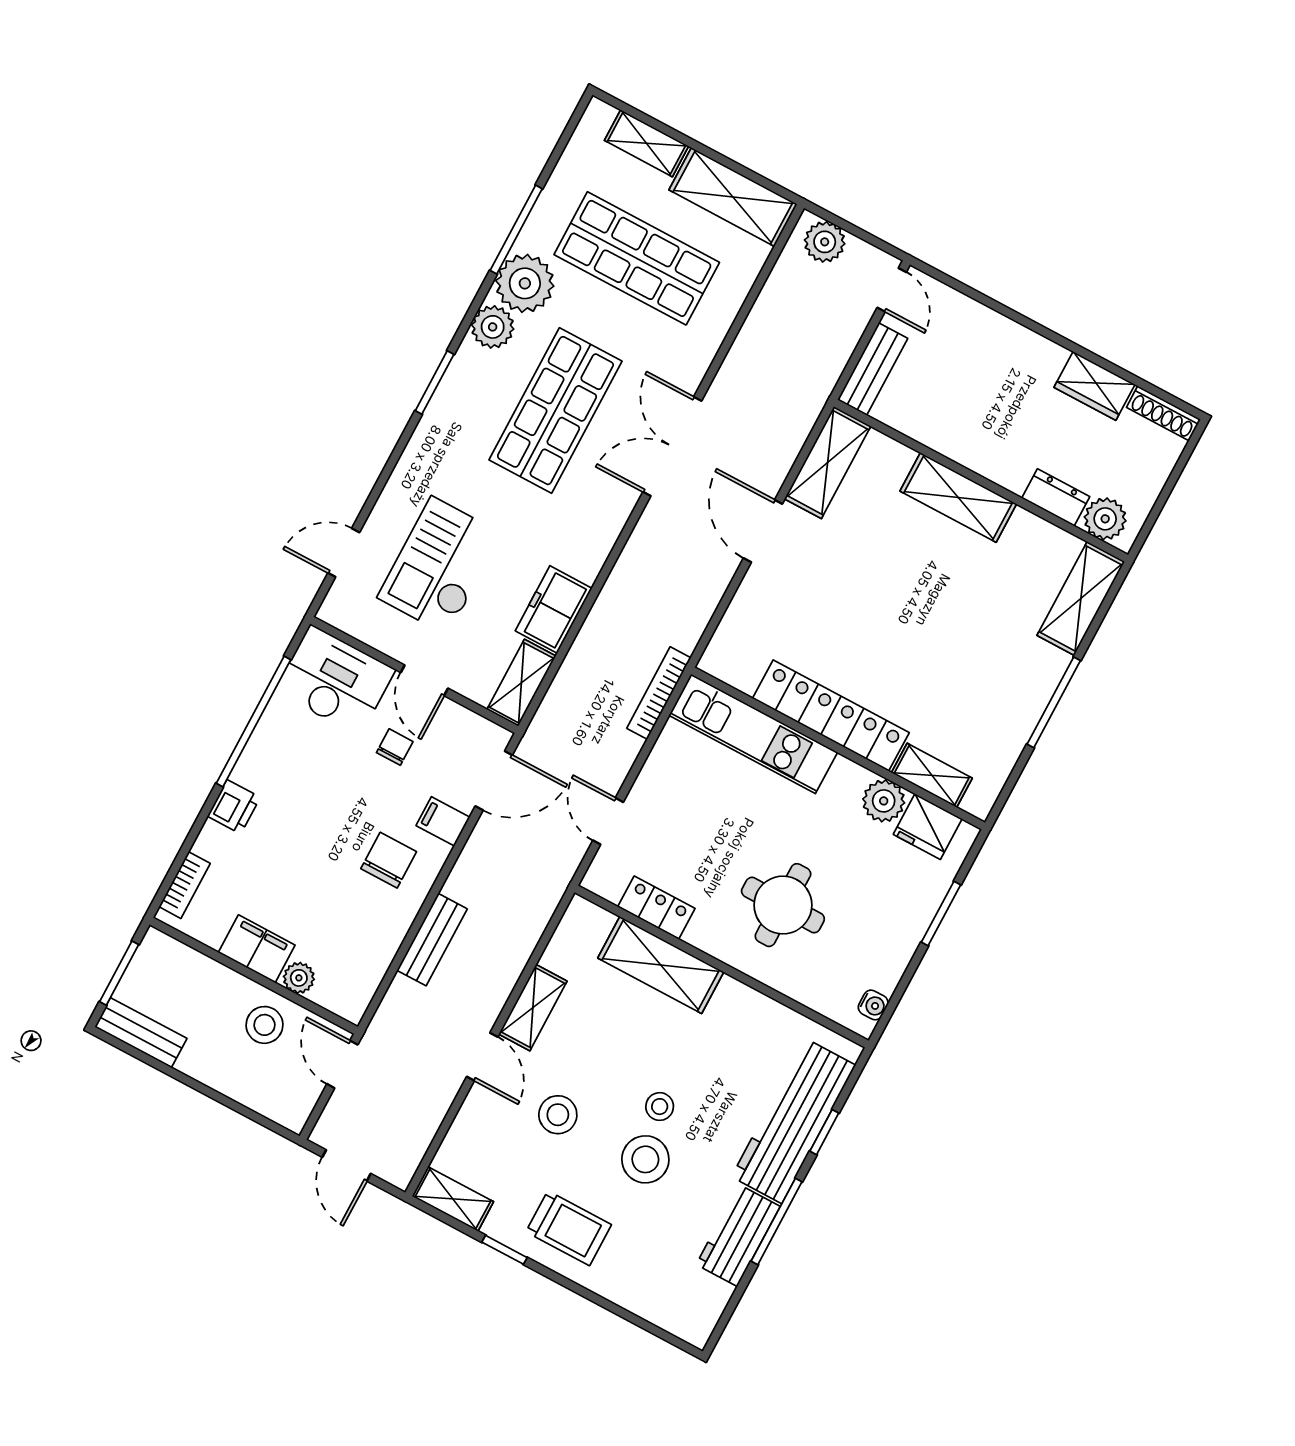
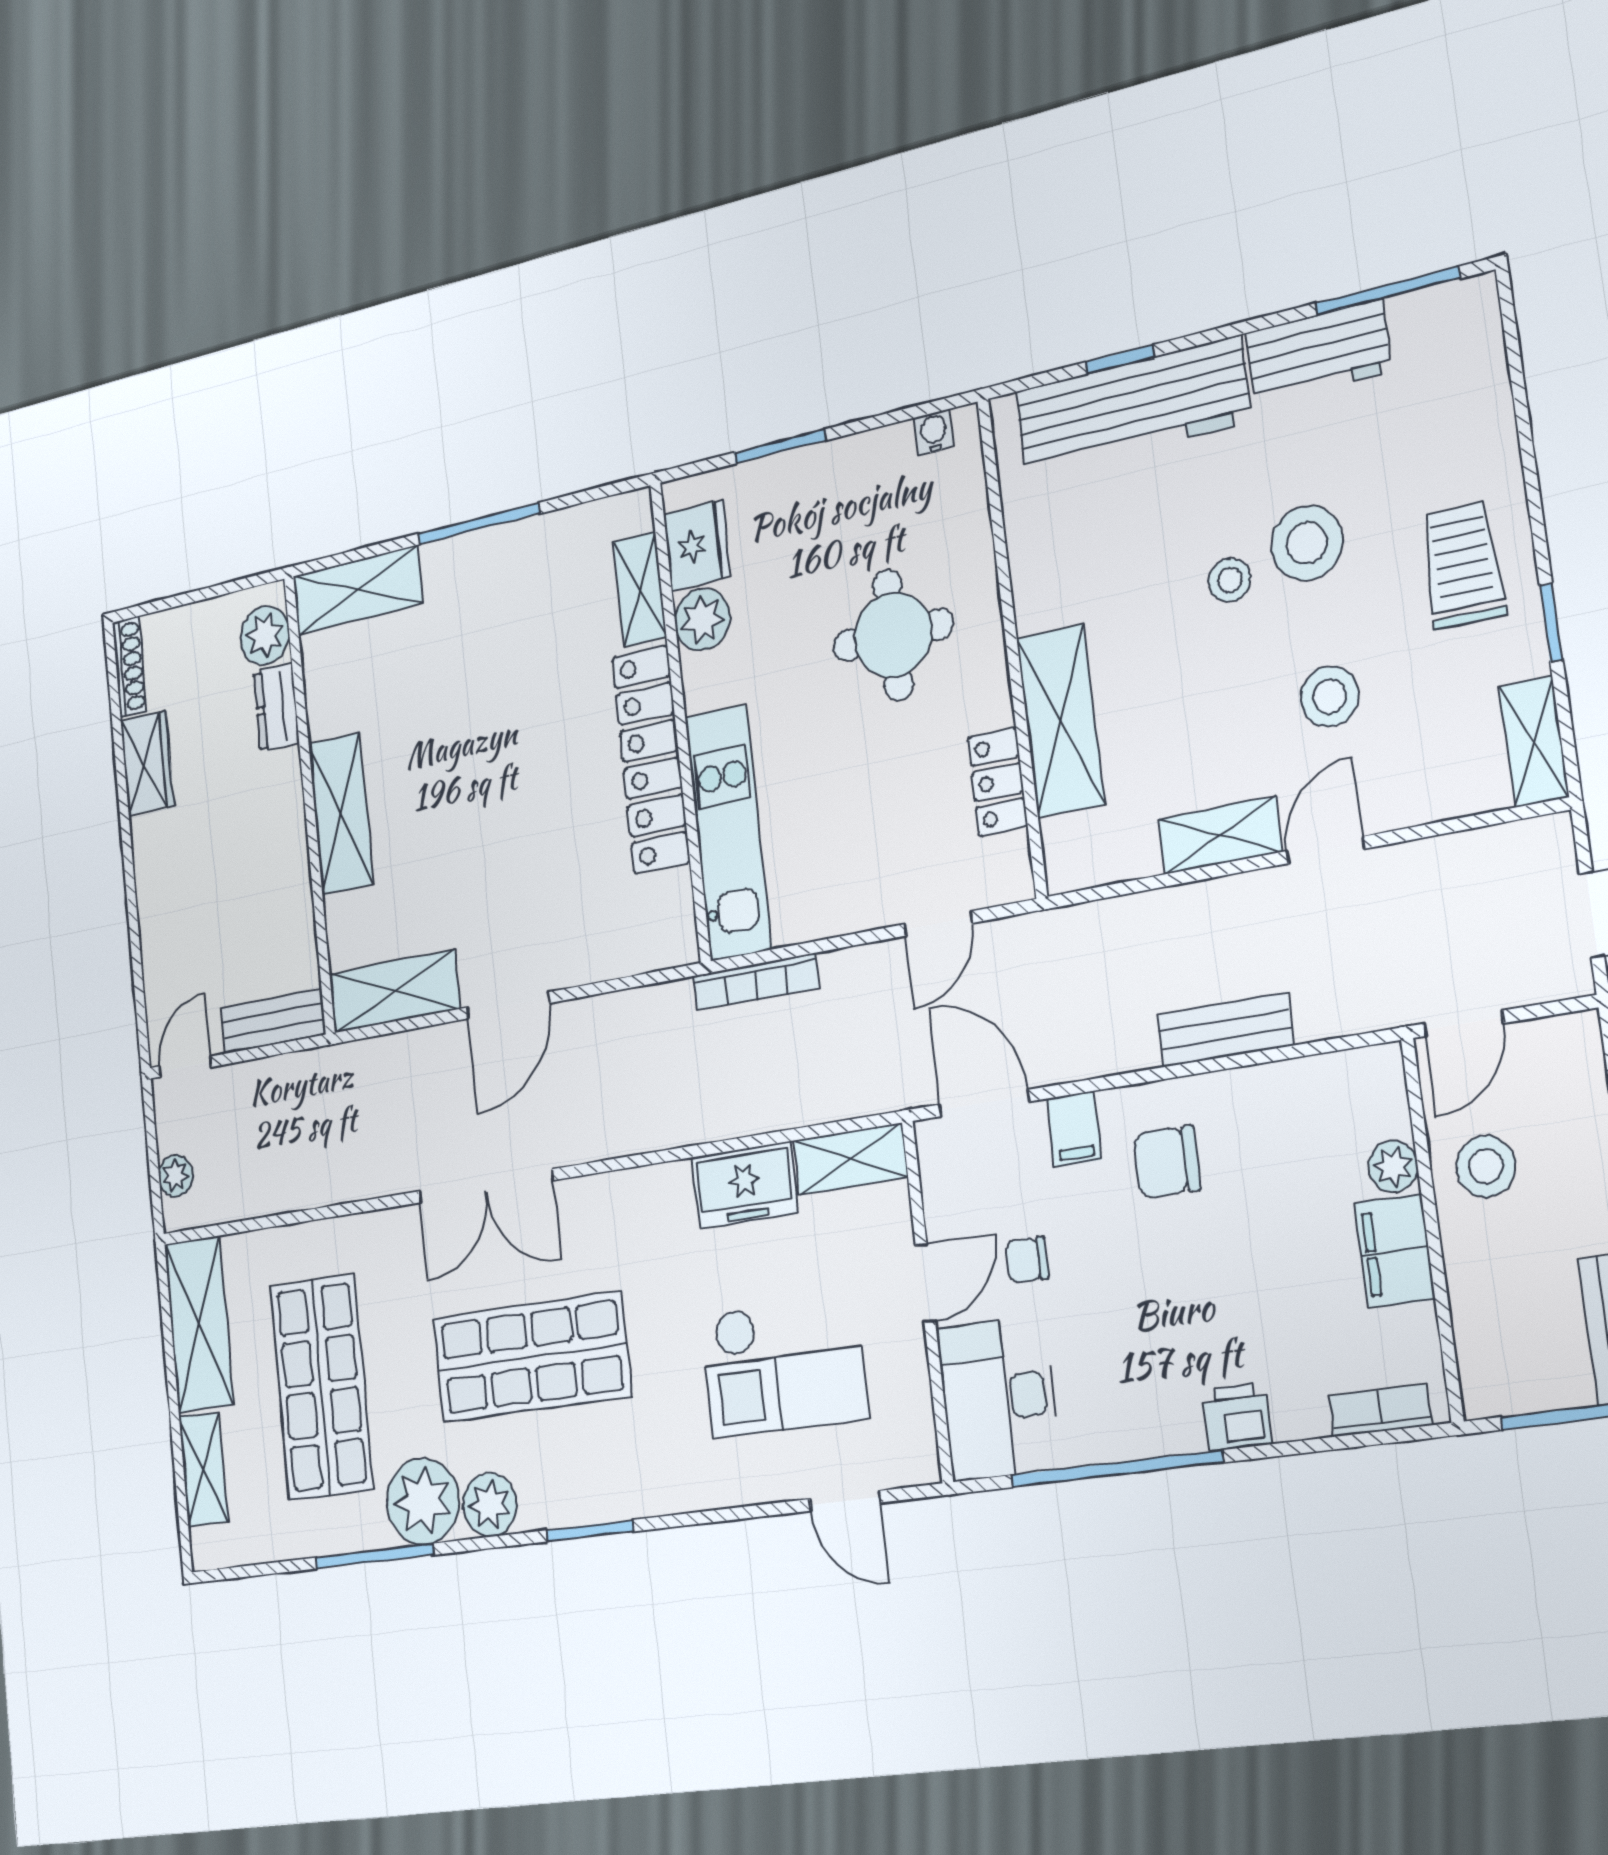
plant: (825, 242) -> (176, 1176), width x0.73, depth x0.73
window: (777, 1221) -> (1387, 291), moved

